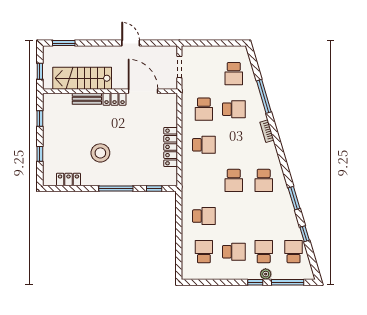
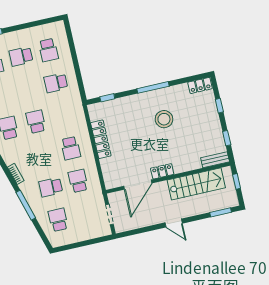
door: (131, 43) -> (174, 223), moved
door: (143, 91) -> (138, 185), hinge flipped
bench: (87, 99) -> (215, 160), moved
school desk: (204, 145) -> (71, 148), turned -90
locker: (68, 179) -> (200, 85), moved
window: (116, 188) -> (153, 87), moved

